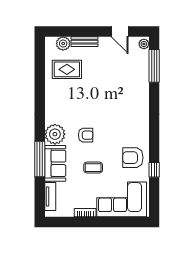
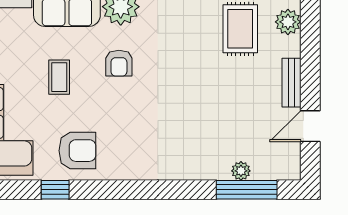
bench: (84, 42) -> (291, 83), moved
plant: (144, 44) -> (241, 171), moved
armchair: (133, 158) -> (77, 151), turned 90

